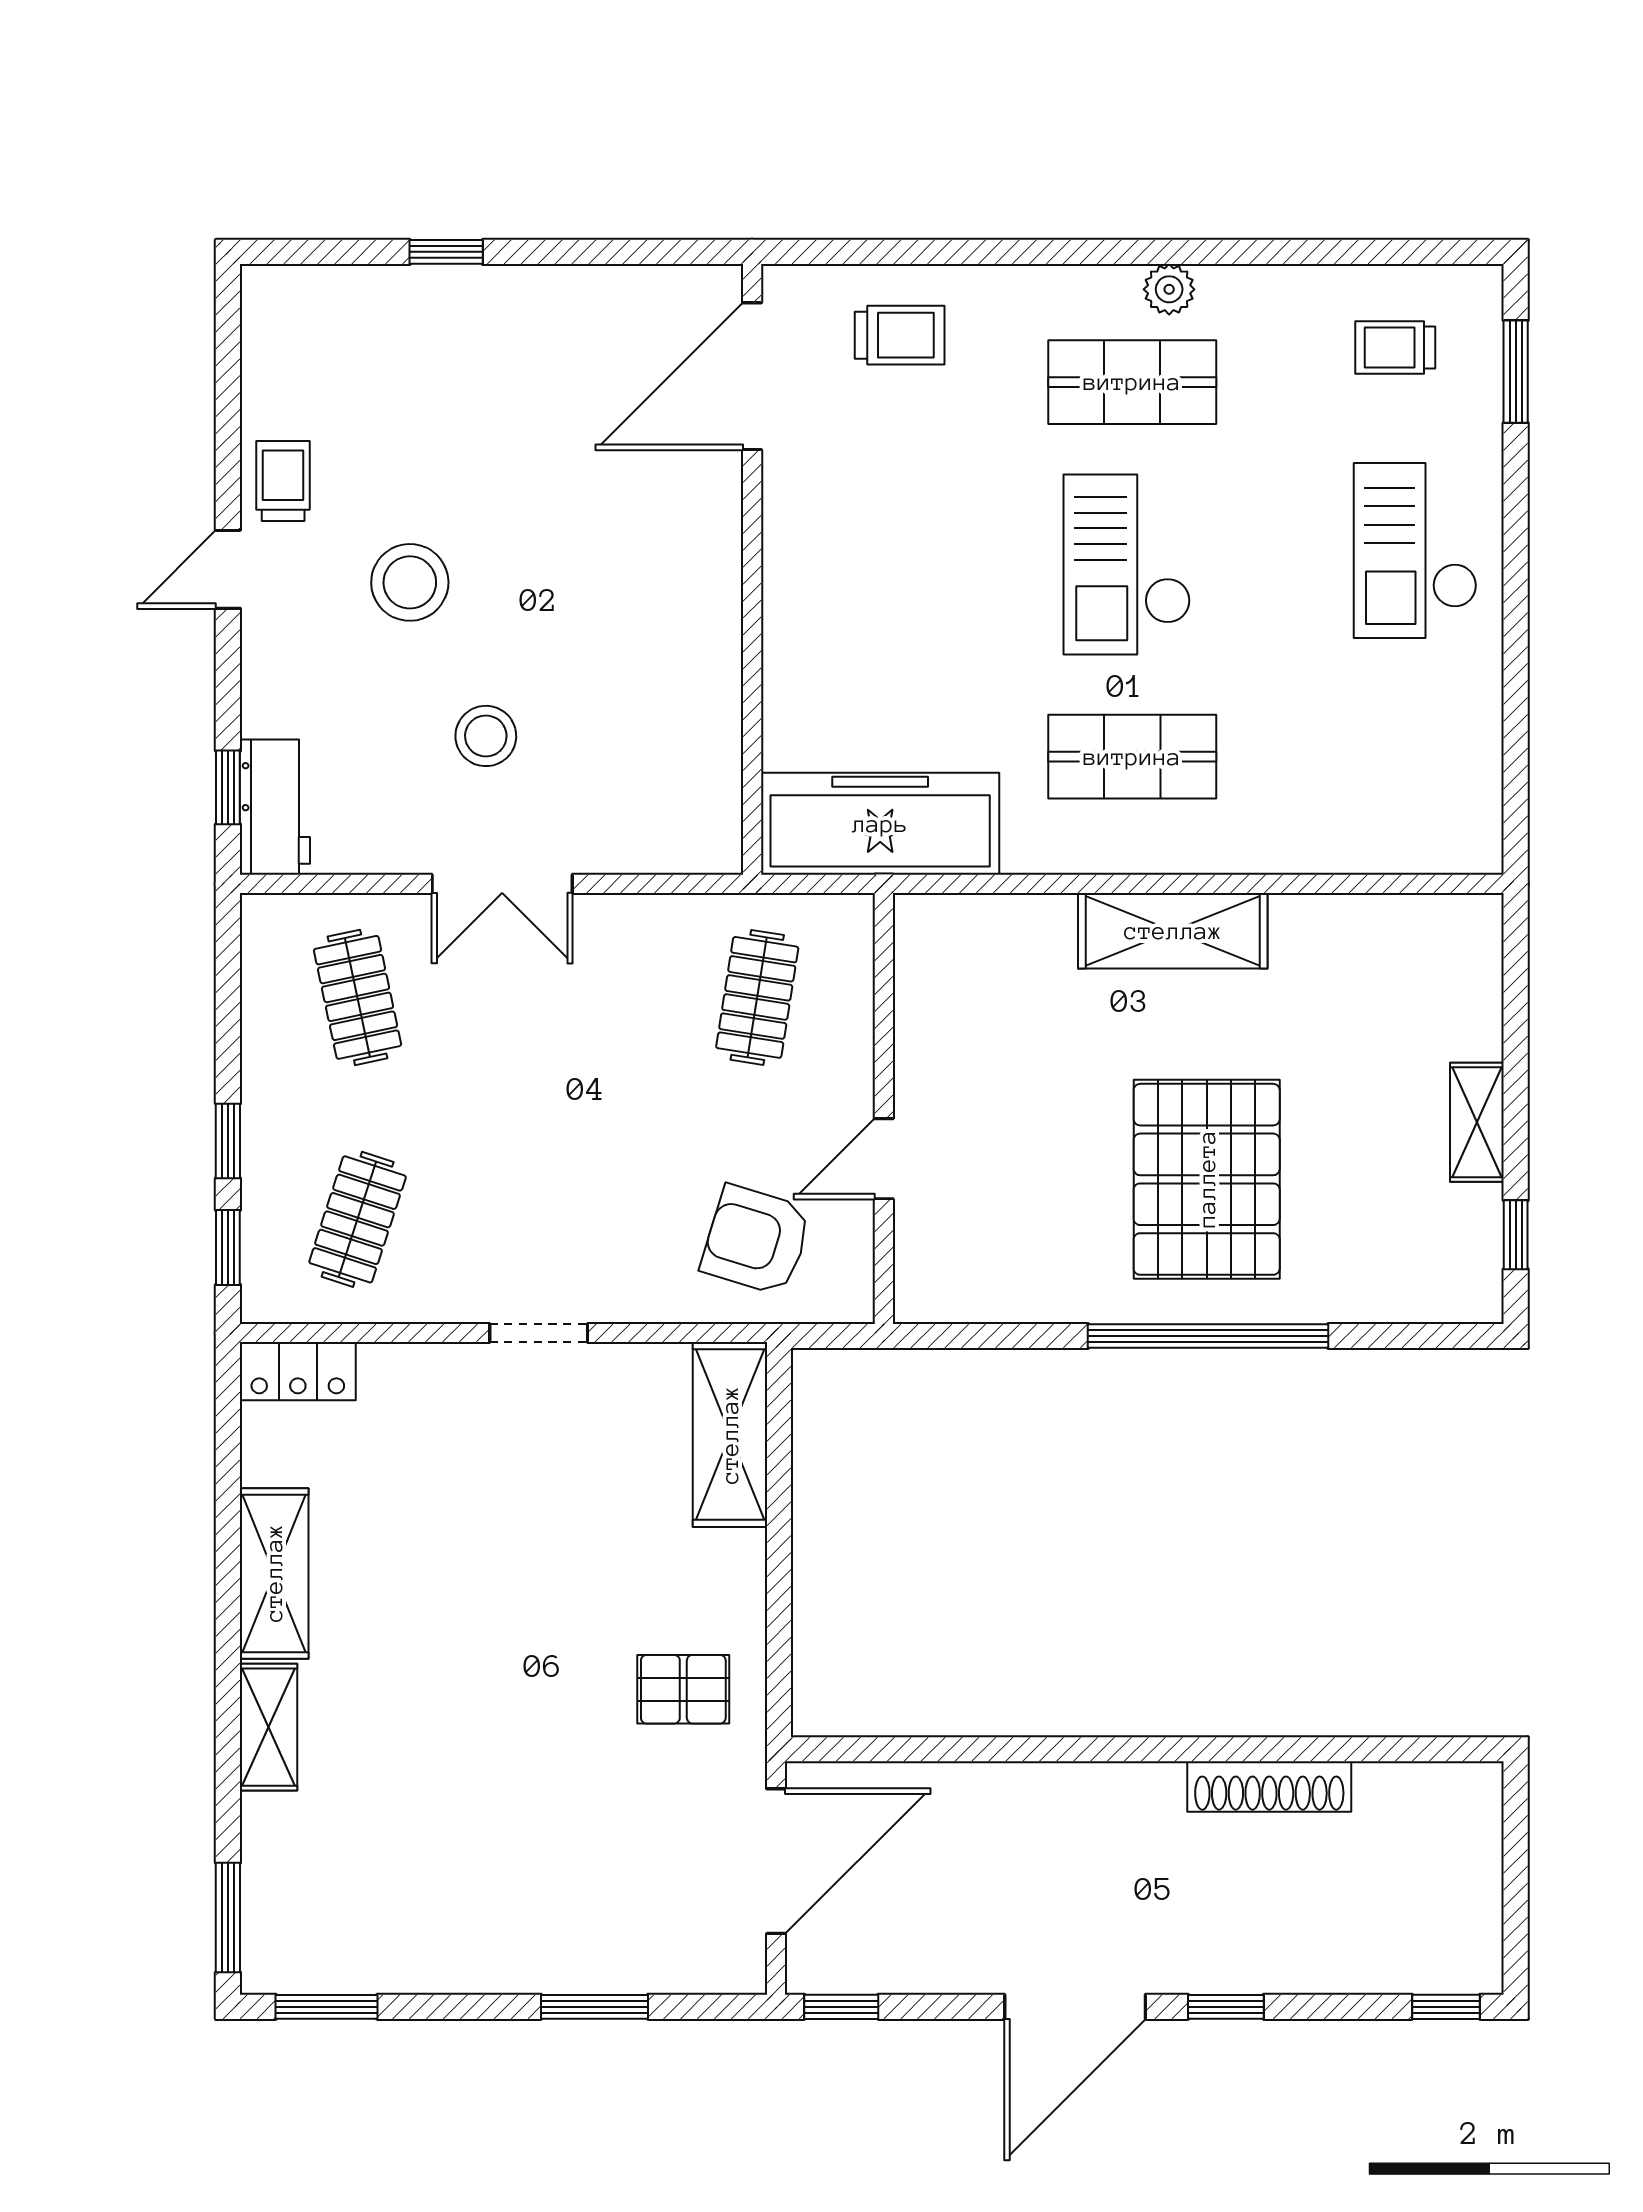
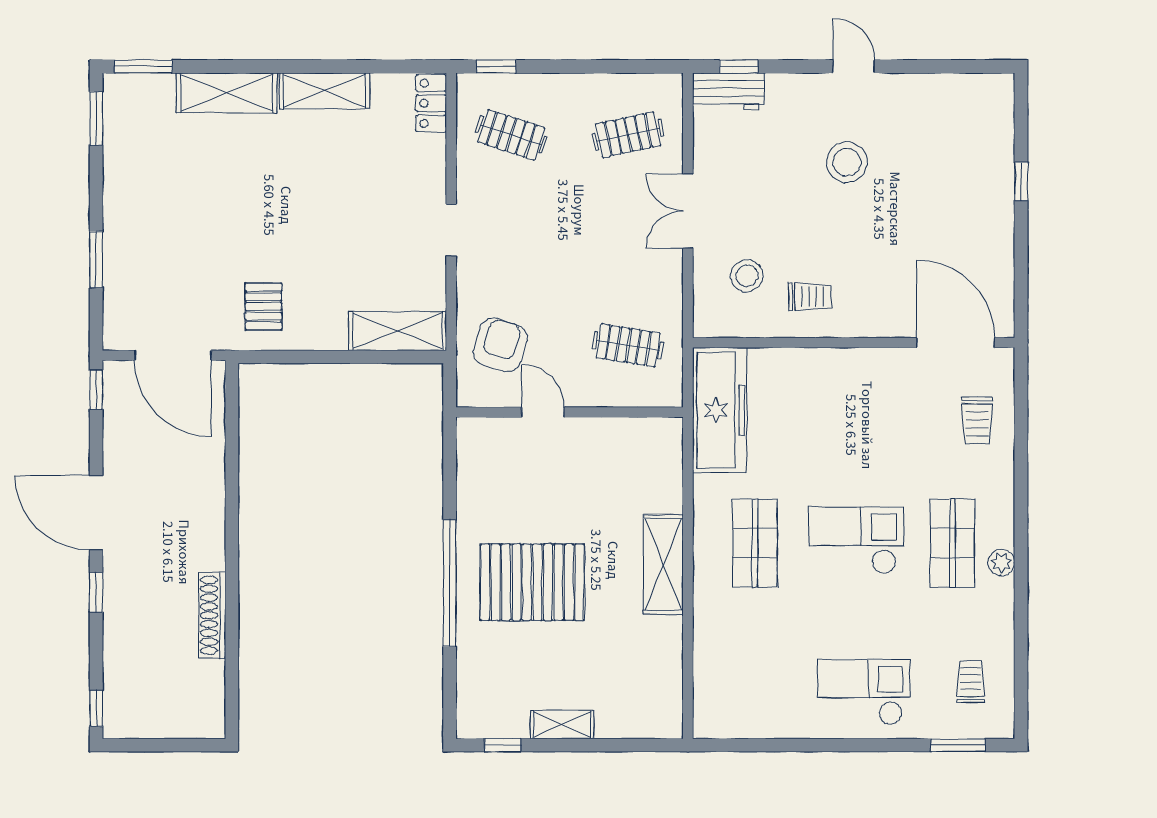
trolley: (283, 481) -> (810, 297), moved
stool: (486, 736) -> (747, 276), moved
window: (228, 1141) -> (552, 66), removed
shelving: (269, 1727) -> (227, 93), width x1.50, depth x1.33

